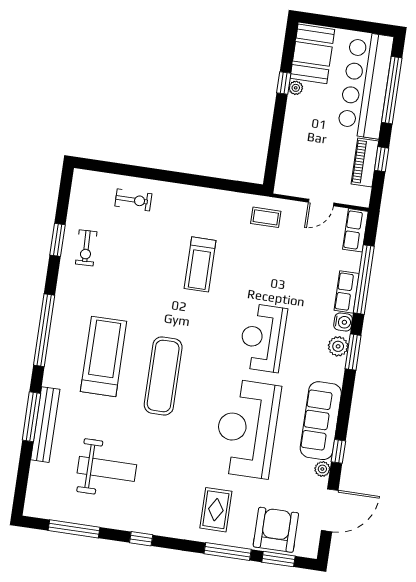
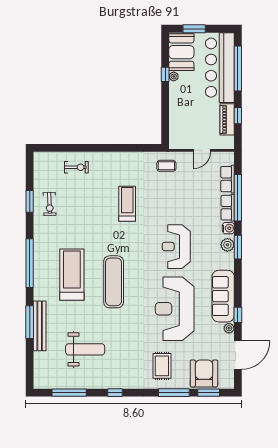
window: (336, 22) -> (194, 29), added
row of seats: (355, 230) -> (228, 179), moved
treadmill: (200, 264) -> (127, 204), turned 180

